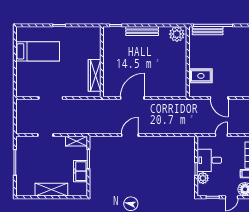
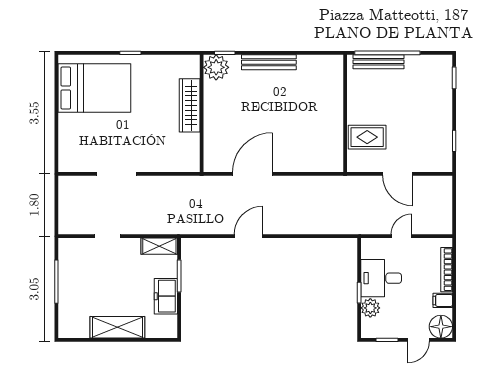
plant: (177, 34) -> (216, 67), moved
bed: (38, 51) -> (94, 88), width x1.50
wardrobe: (95, 75) -> (190, 105), moved

